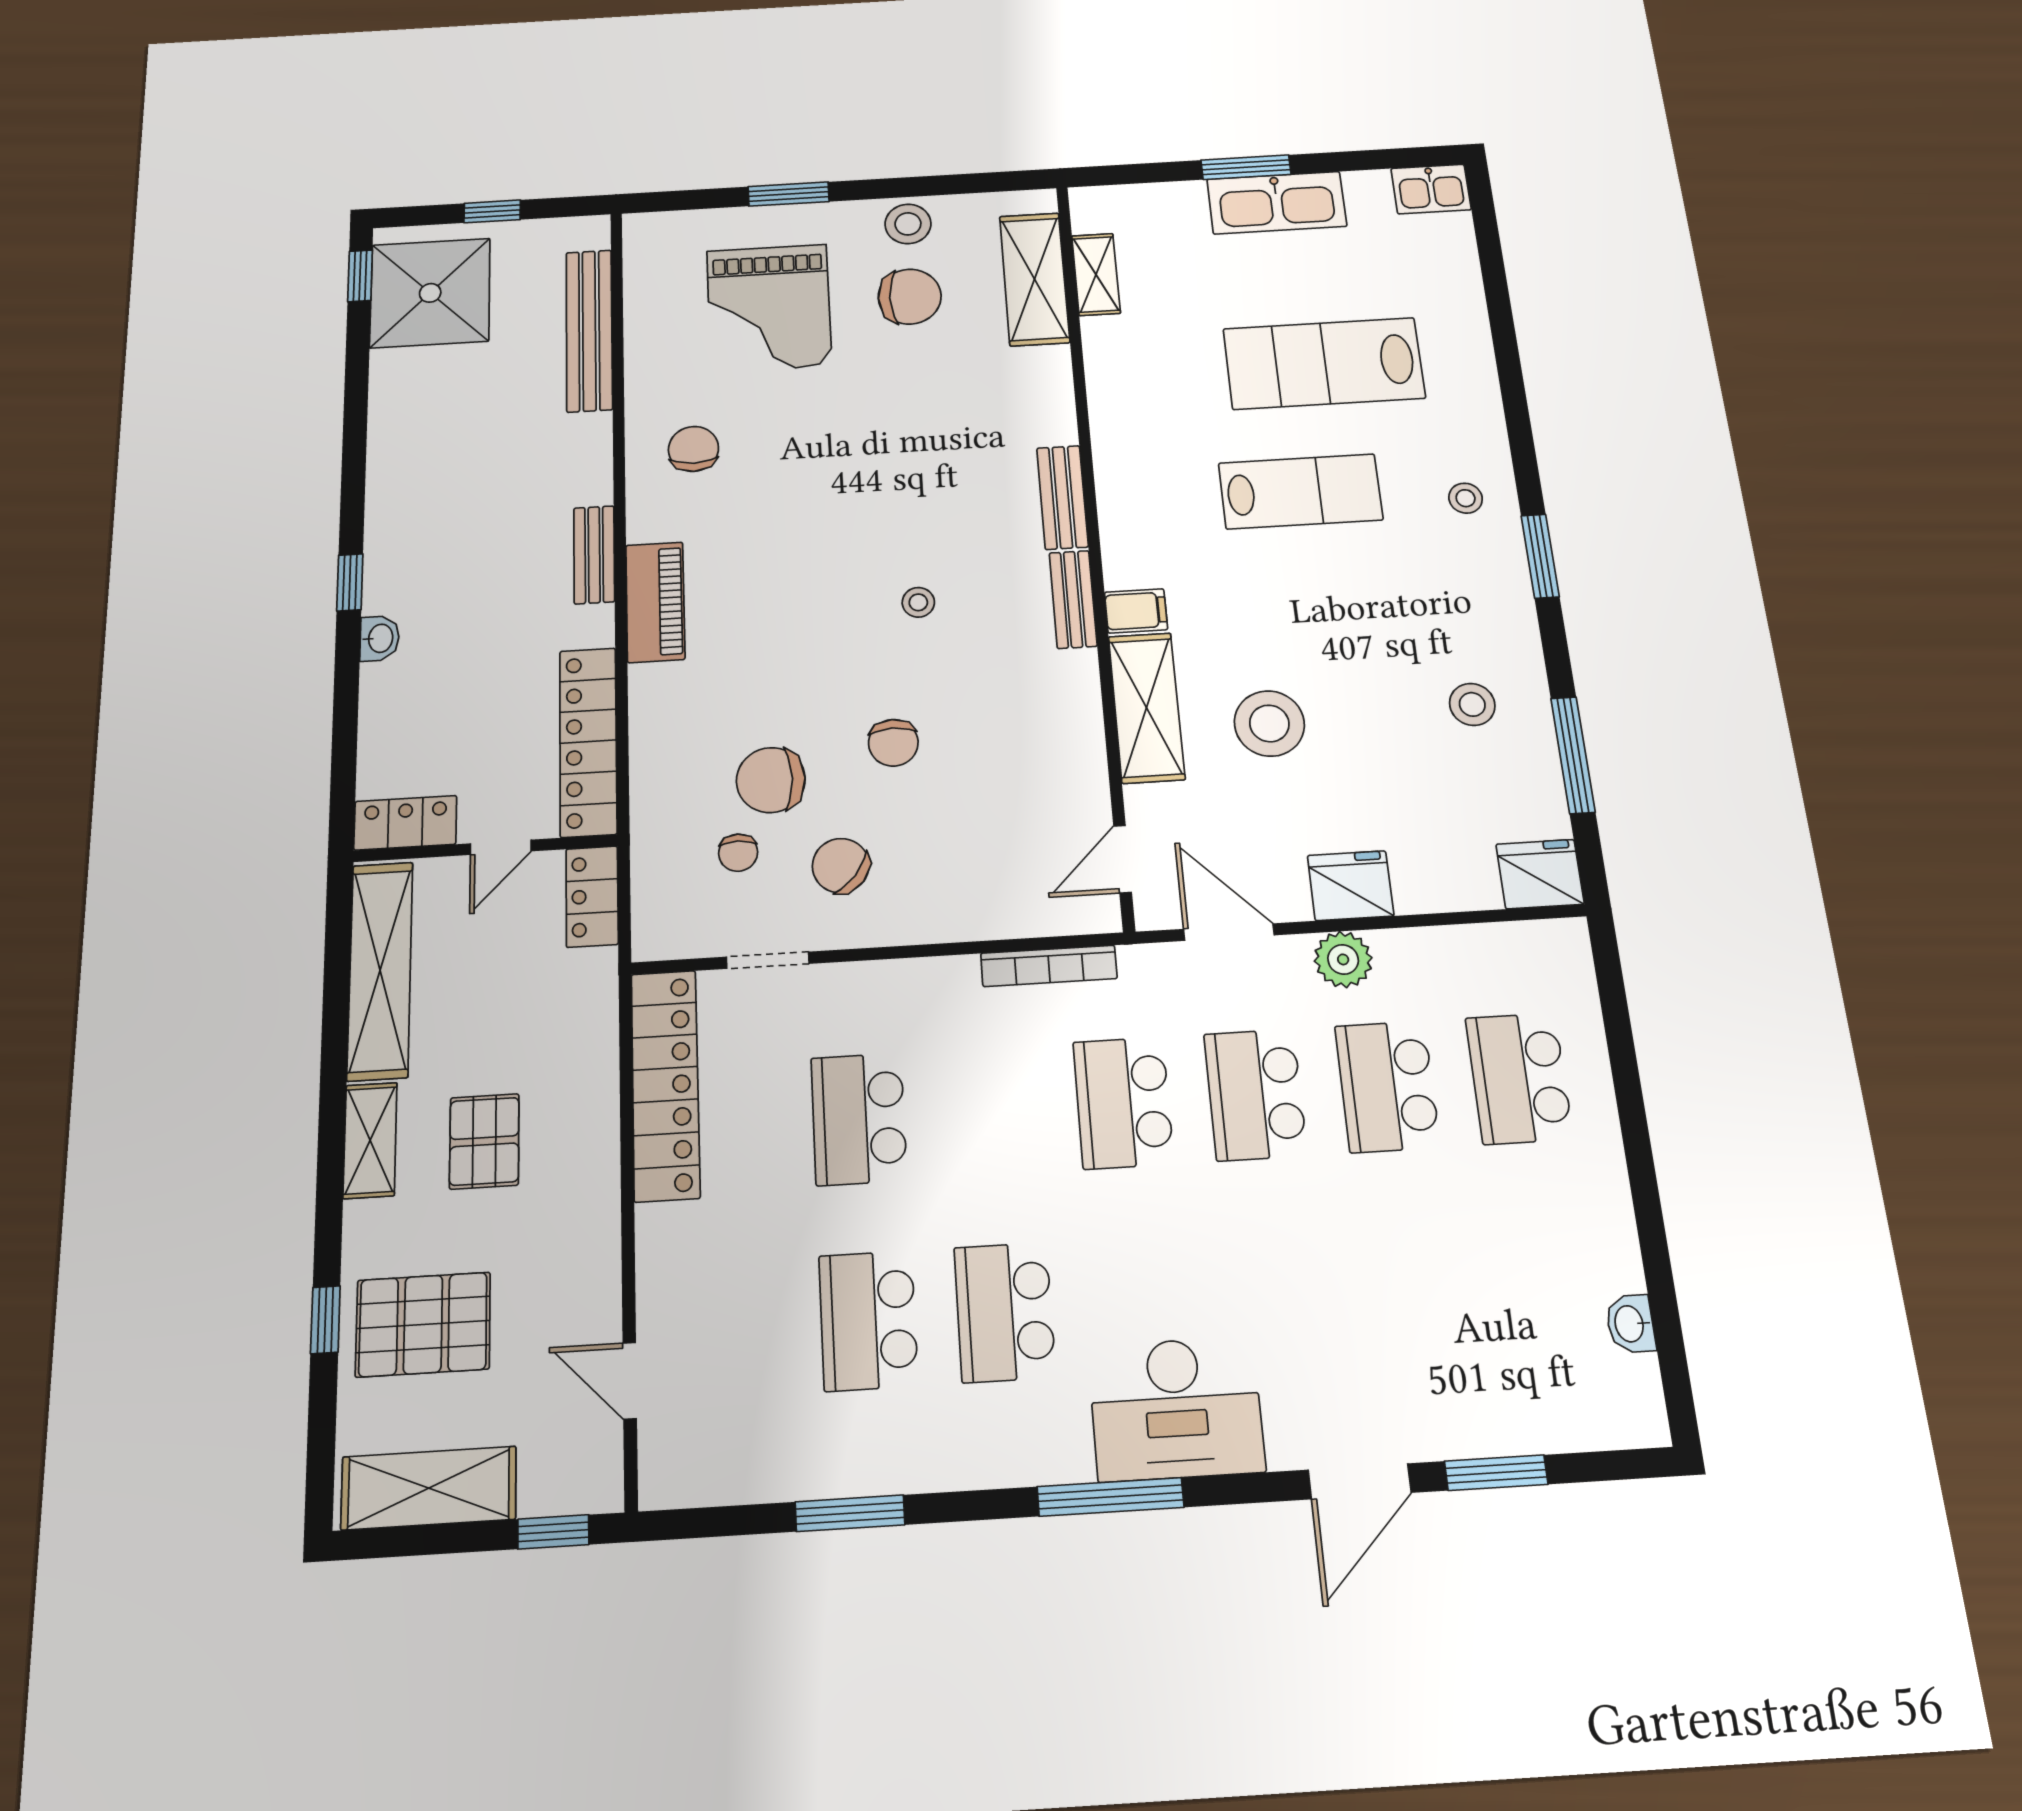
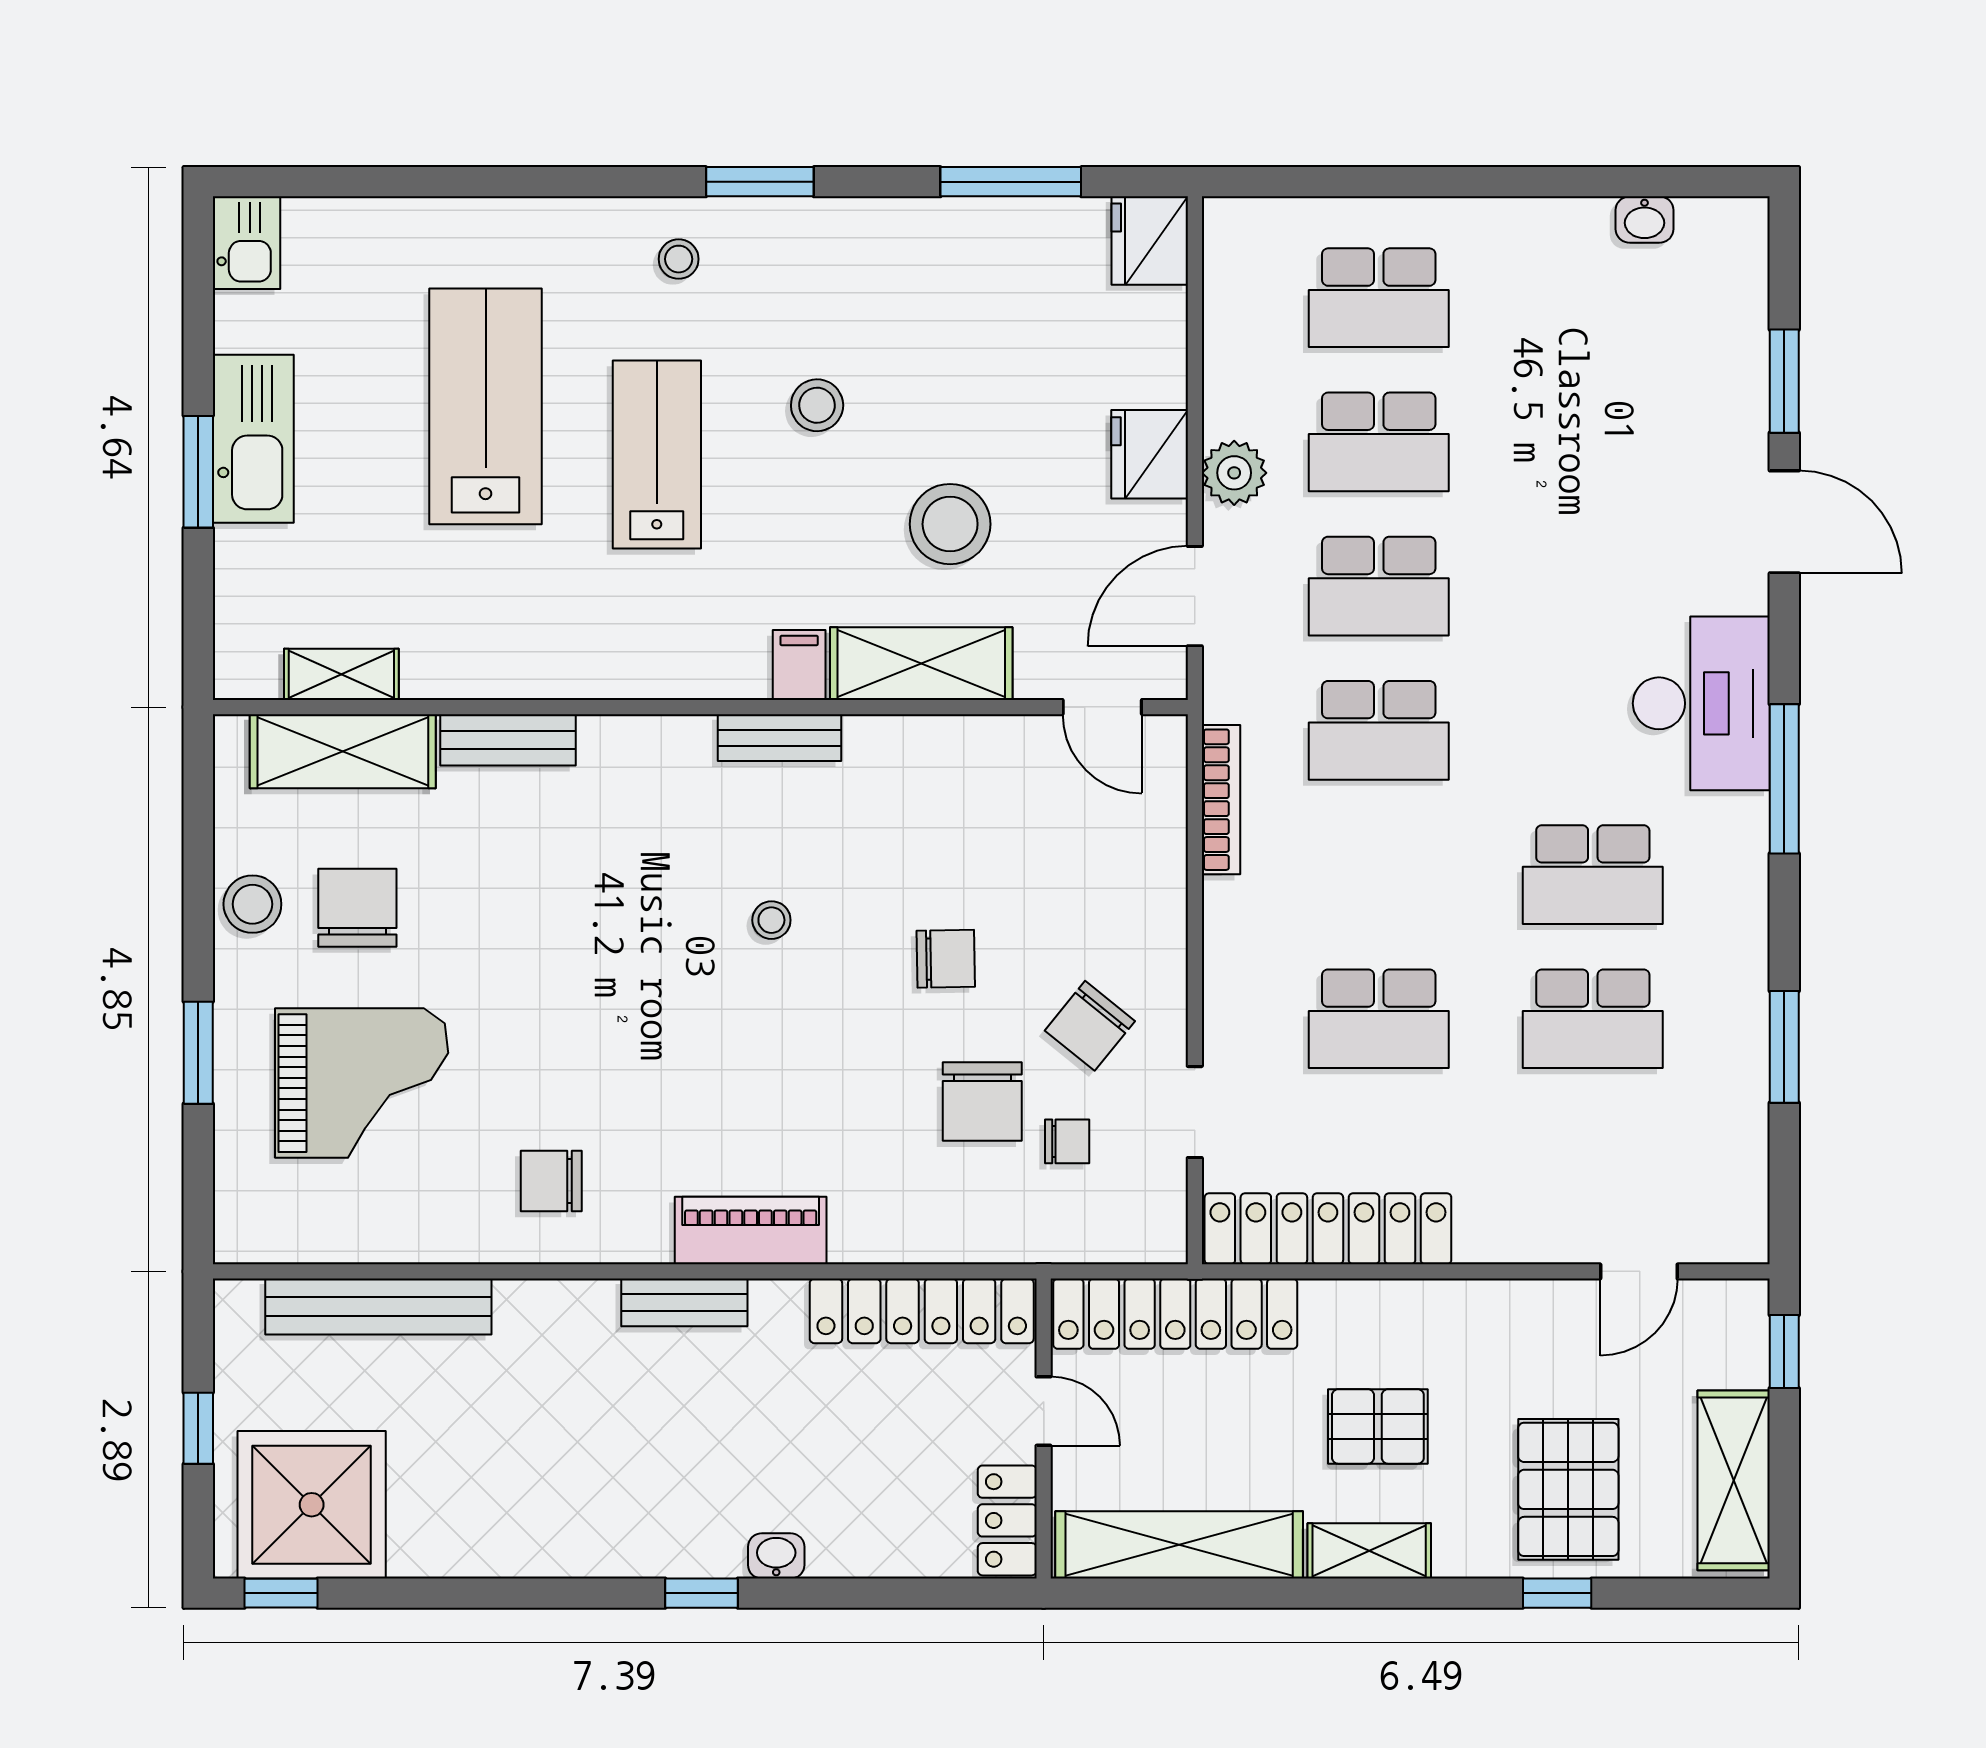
lab bench: (1324, 363) -> (486, 406), turned 180
bench: (1062, 497) -> (508, 740), moved
stool: (1472, 704) -> (817, 405), moved
locker: (592, 896) -> (1175, 1314), width x2.16, depth x1.21

